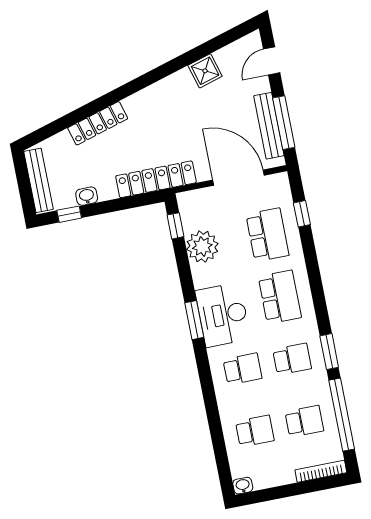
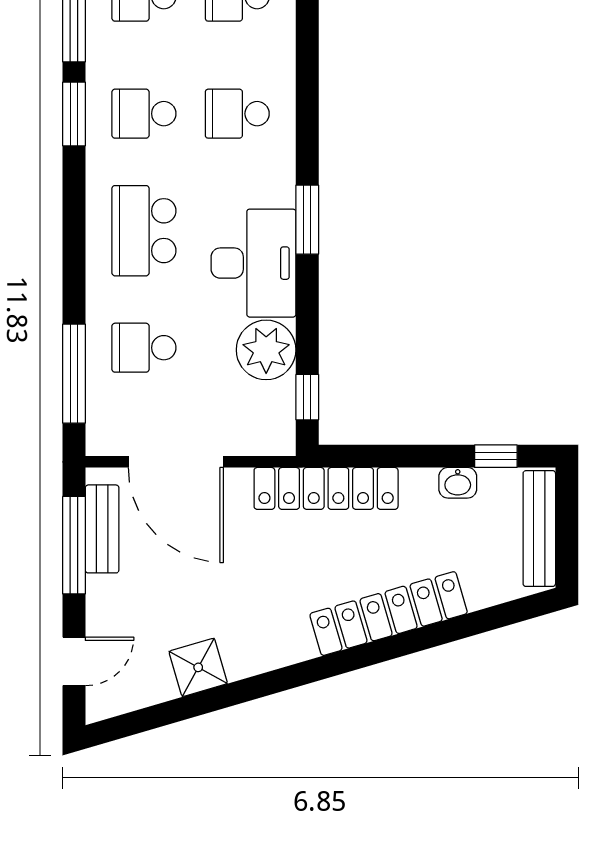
locker: (98, 123) -> (389, 614), width x1.41, depth x1.21
bench: (269, 126) -> (102, 529), width x0.73
window: (302, 214) -> (74, 374), width x2.17
school desk: (267, 235) -> (144, 348), width x0.54
desk: (223, 315) -> (254, 263), moved

